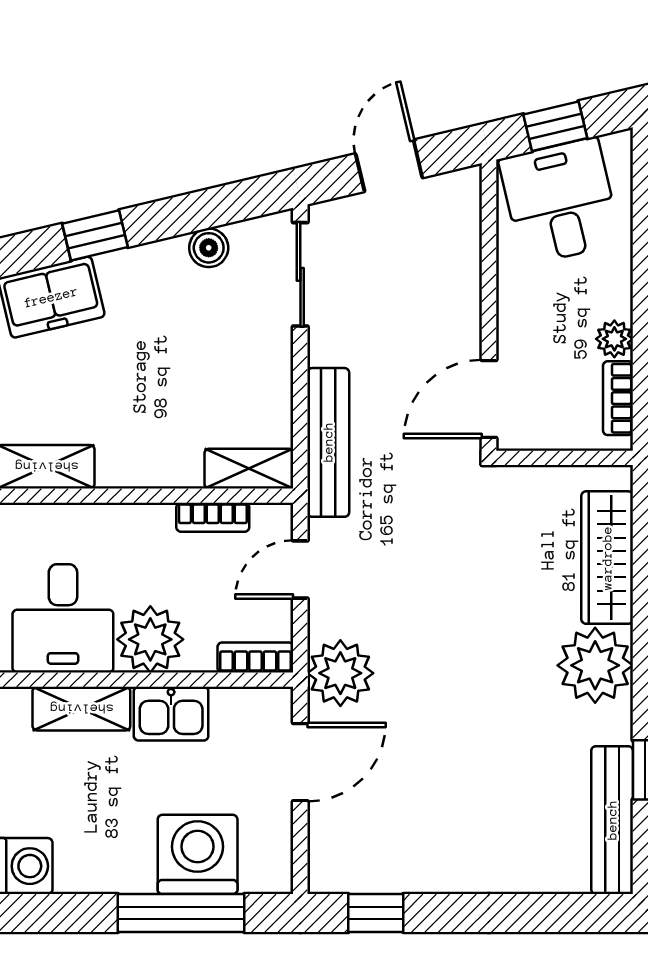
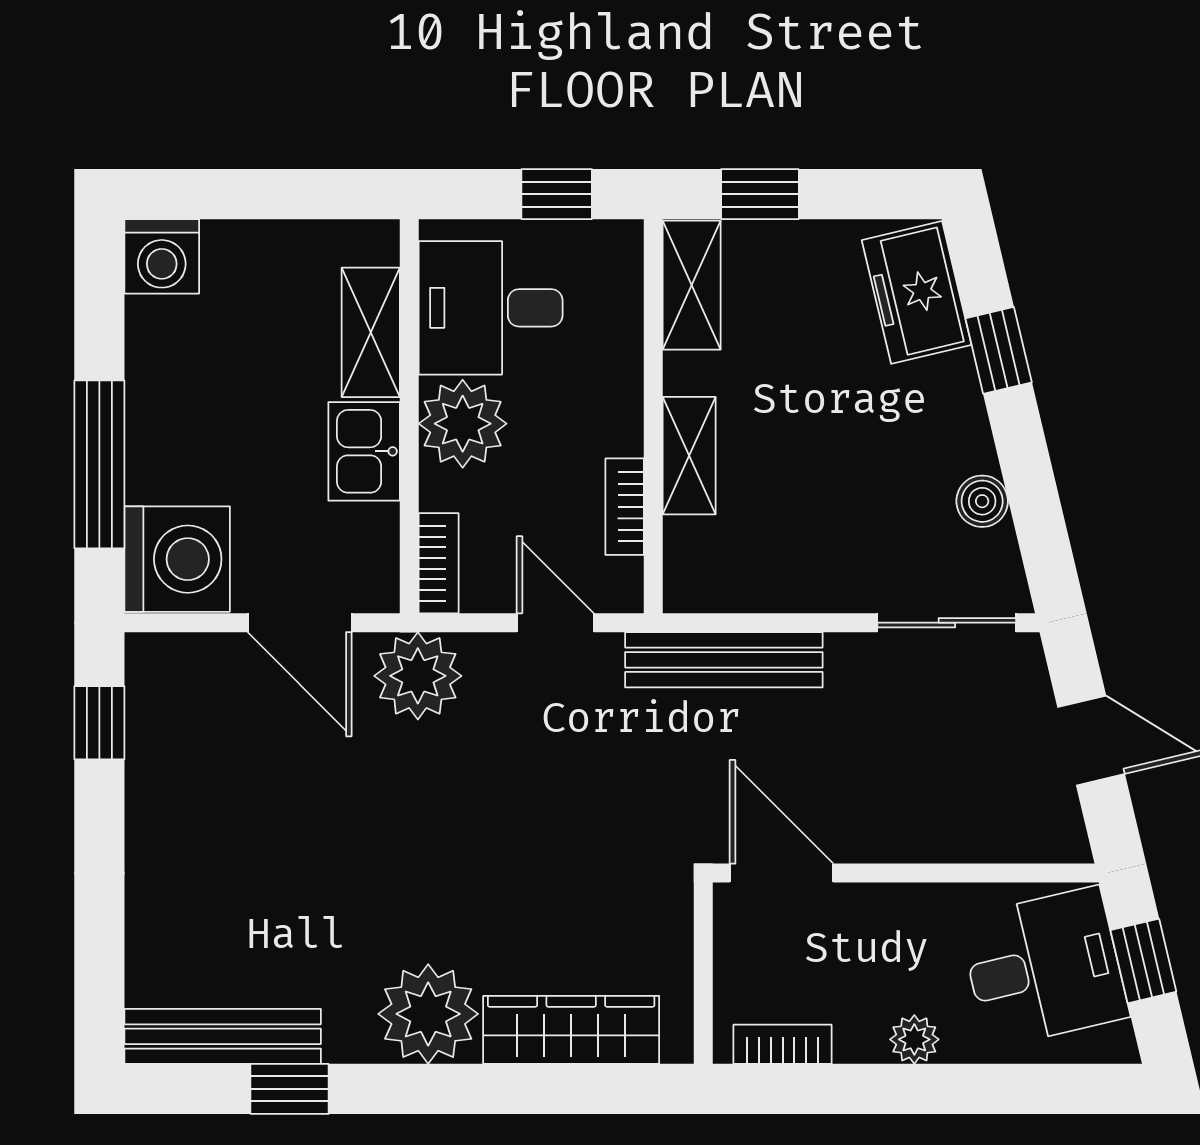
plant: (614, 339) -> (914, 1039), moved
shelving: (249, 469) -> (689, 456), moved
washing machine: (198, 854) -> (177, 559), moved

